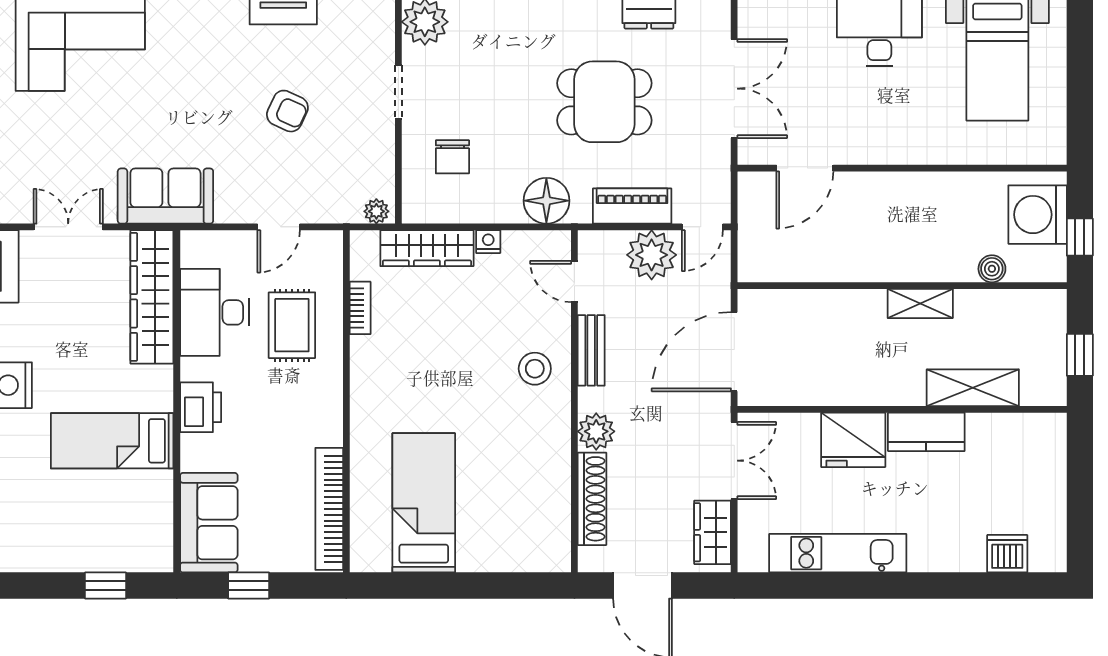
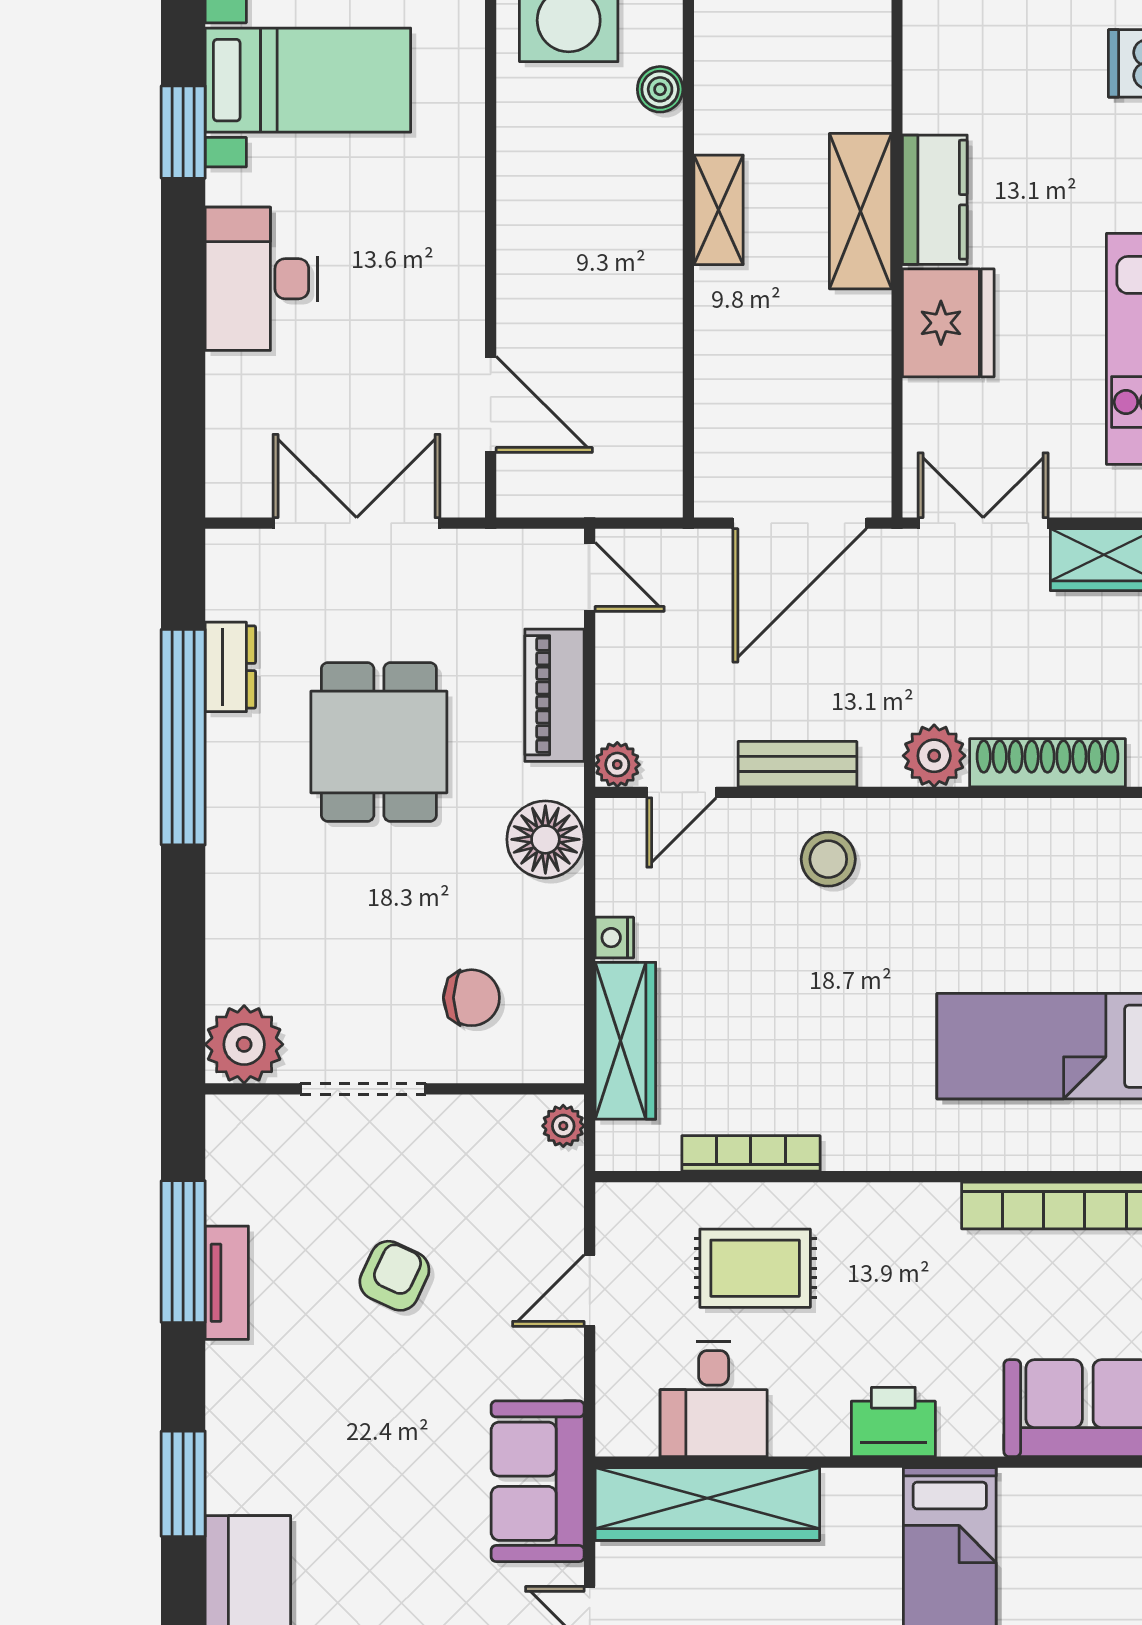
doorway: (398, 92) -> (363, 1089), width x1.38
door: (279, 227) -> (590, 1291), swing flipped
plant: (652, 255) -> (617, 765), moved, width x0.53, depth x0.53
bookcase: (360, 308) -> (751, 1153), width x1.56
desk: (214, 312) -> (714, 1399), width x0.73
door: (734, 352) -> (800, 523), hinge flipped
shelving: (973, 388) -> (860, 211), moved

